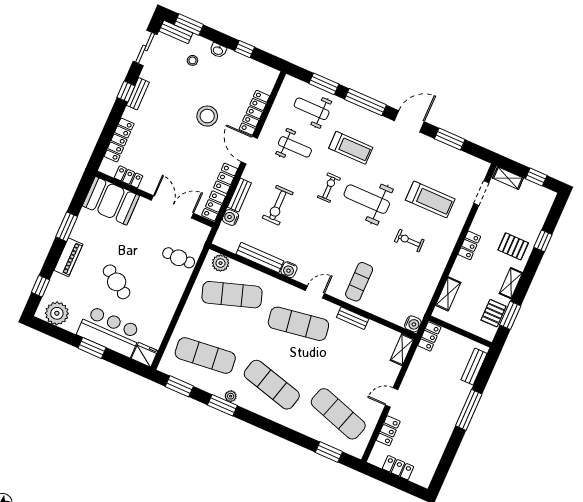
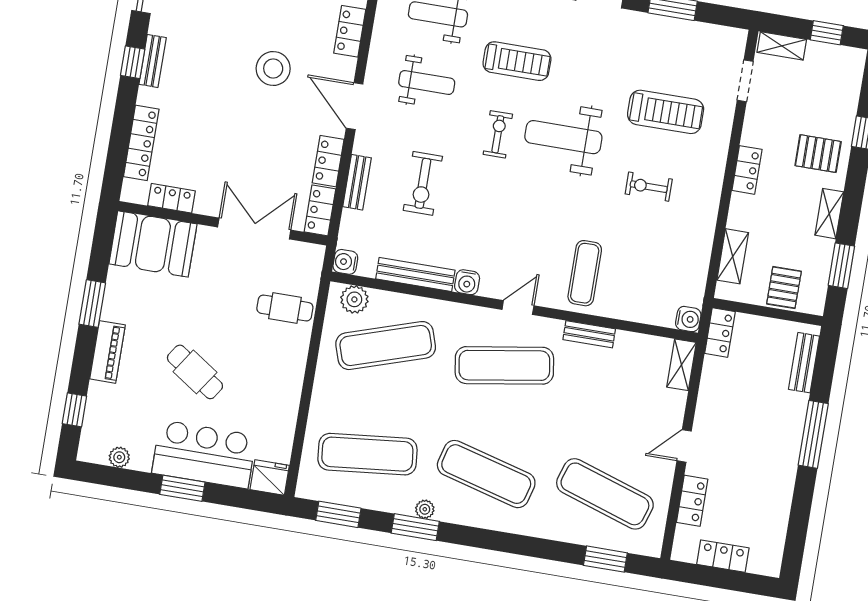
locker: (254, 113) -> (350, 31), width x0.66
water cooler: (231, 217) -> (345, 262), moved
plant: (57, 313) -> (119, 457), width x0.53, depth x0.53
pallet: (494, 313) -> (784, 288), moved

